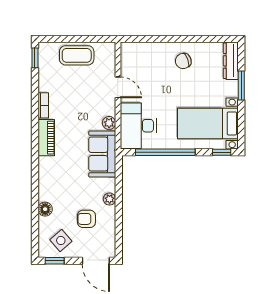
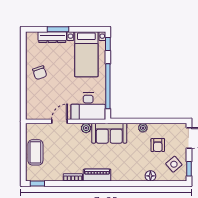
dresser: (231, 61) -> (52, 37), moved

